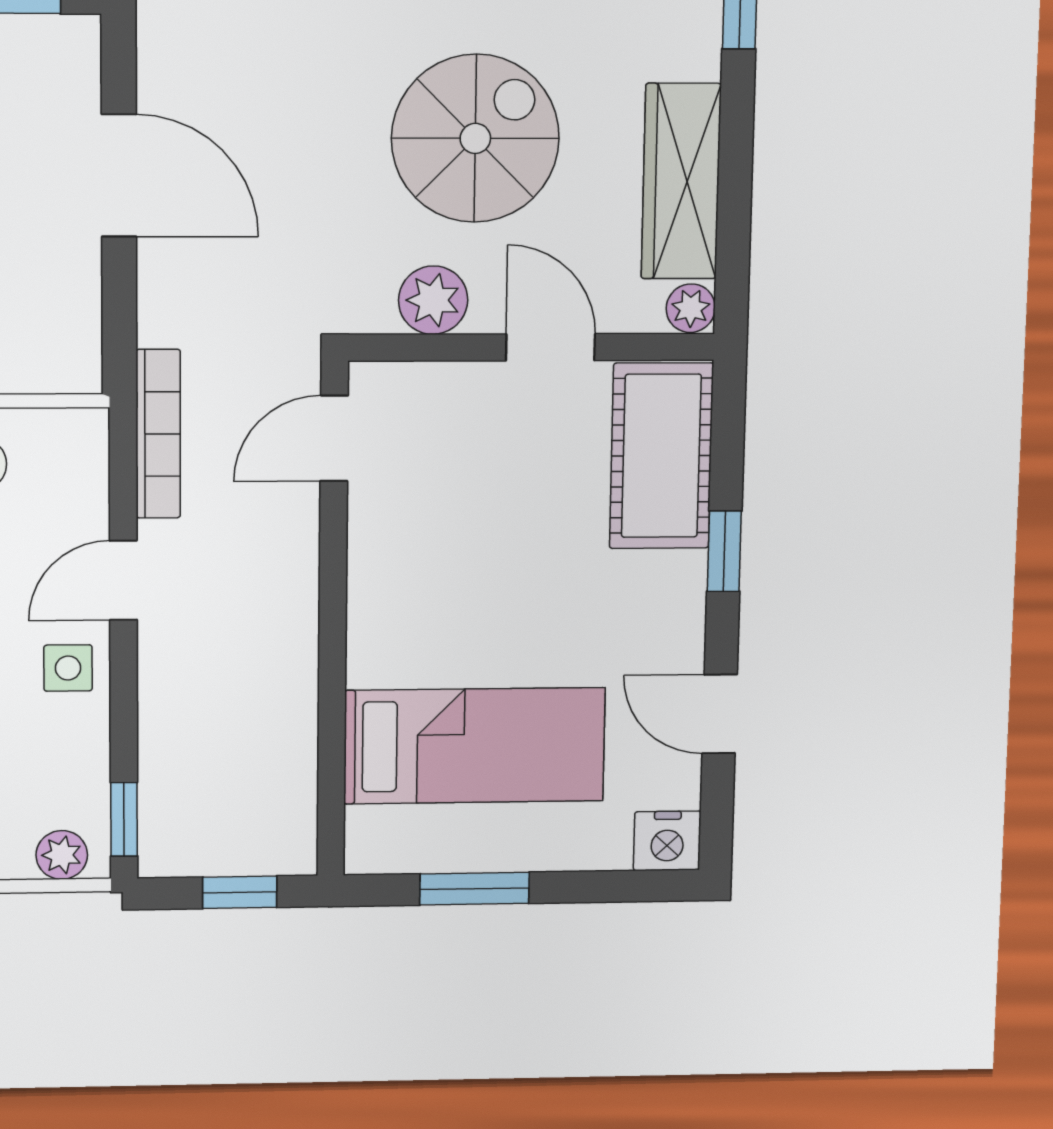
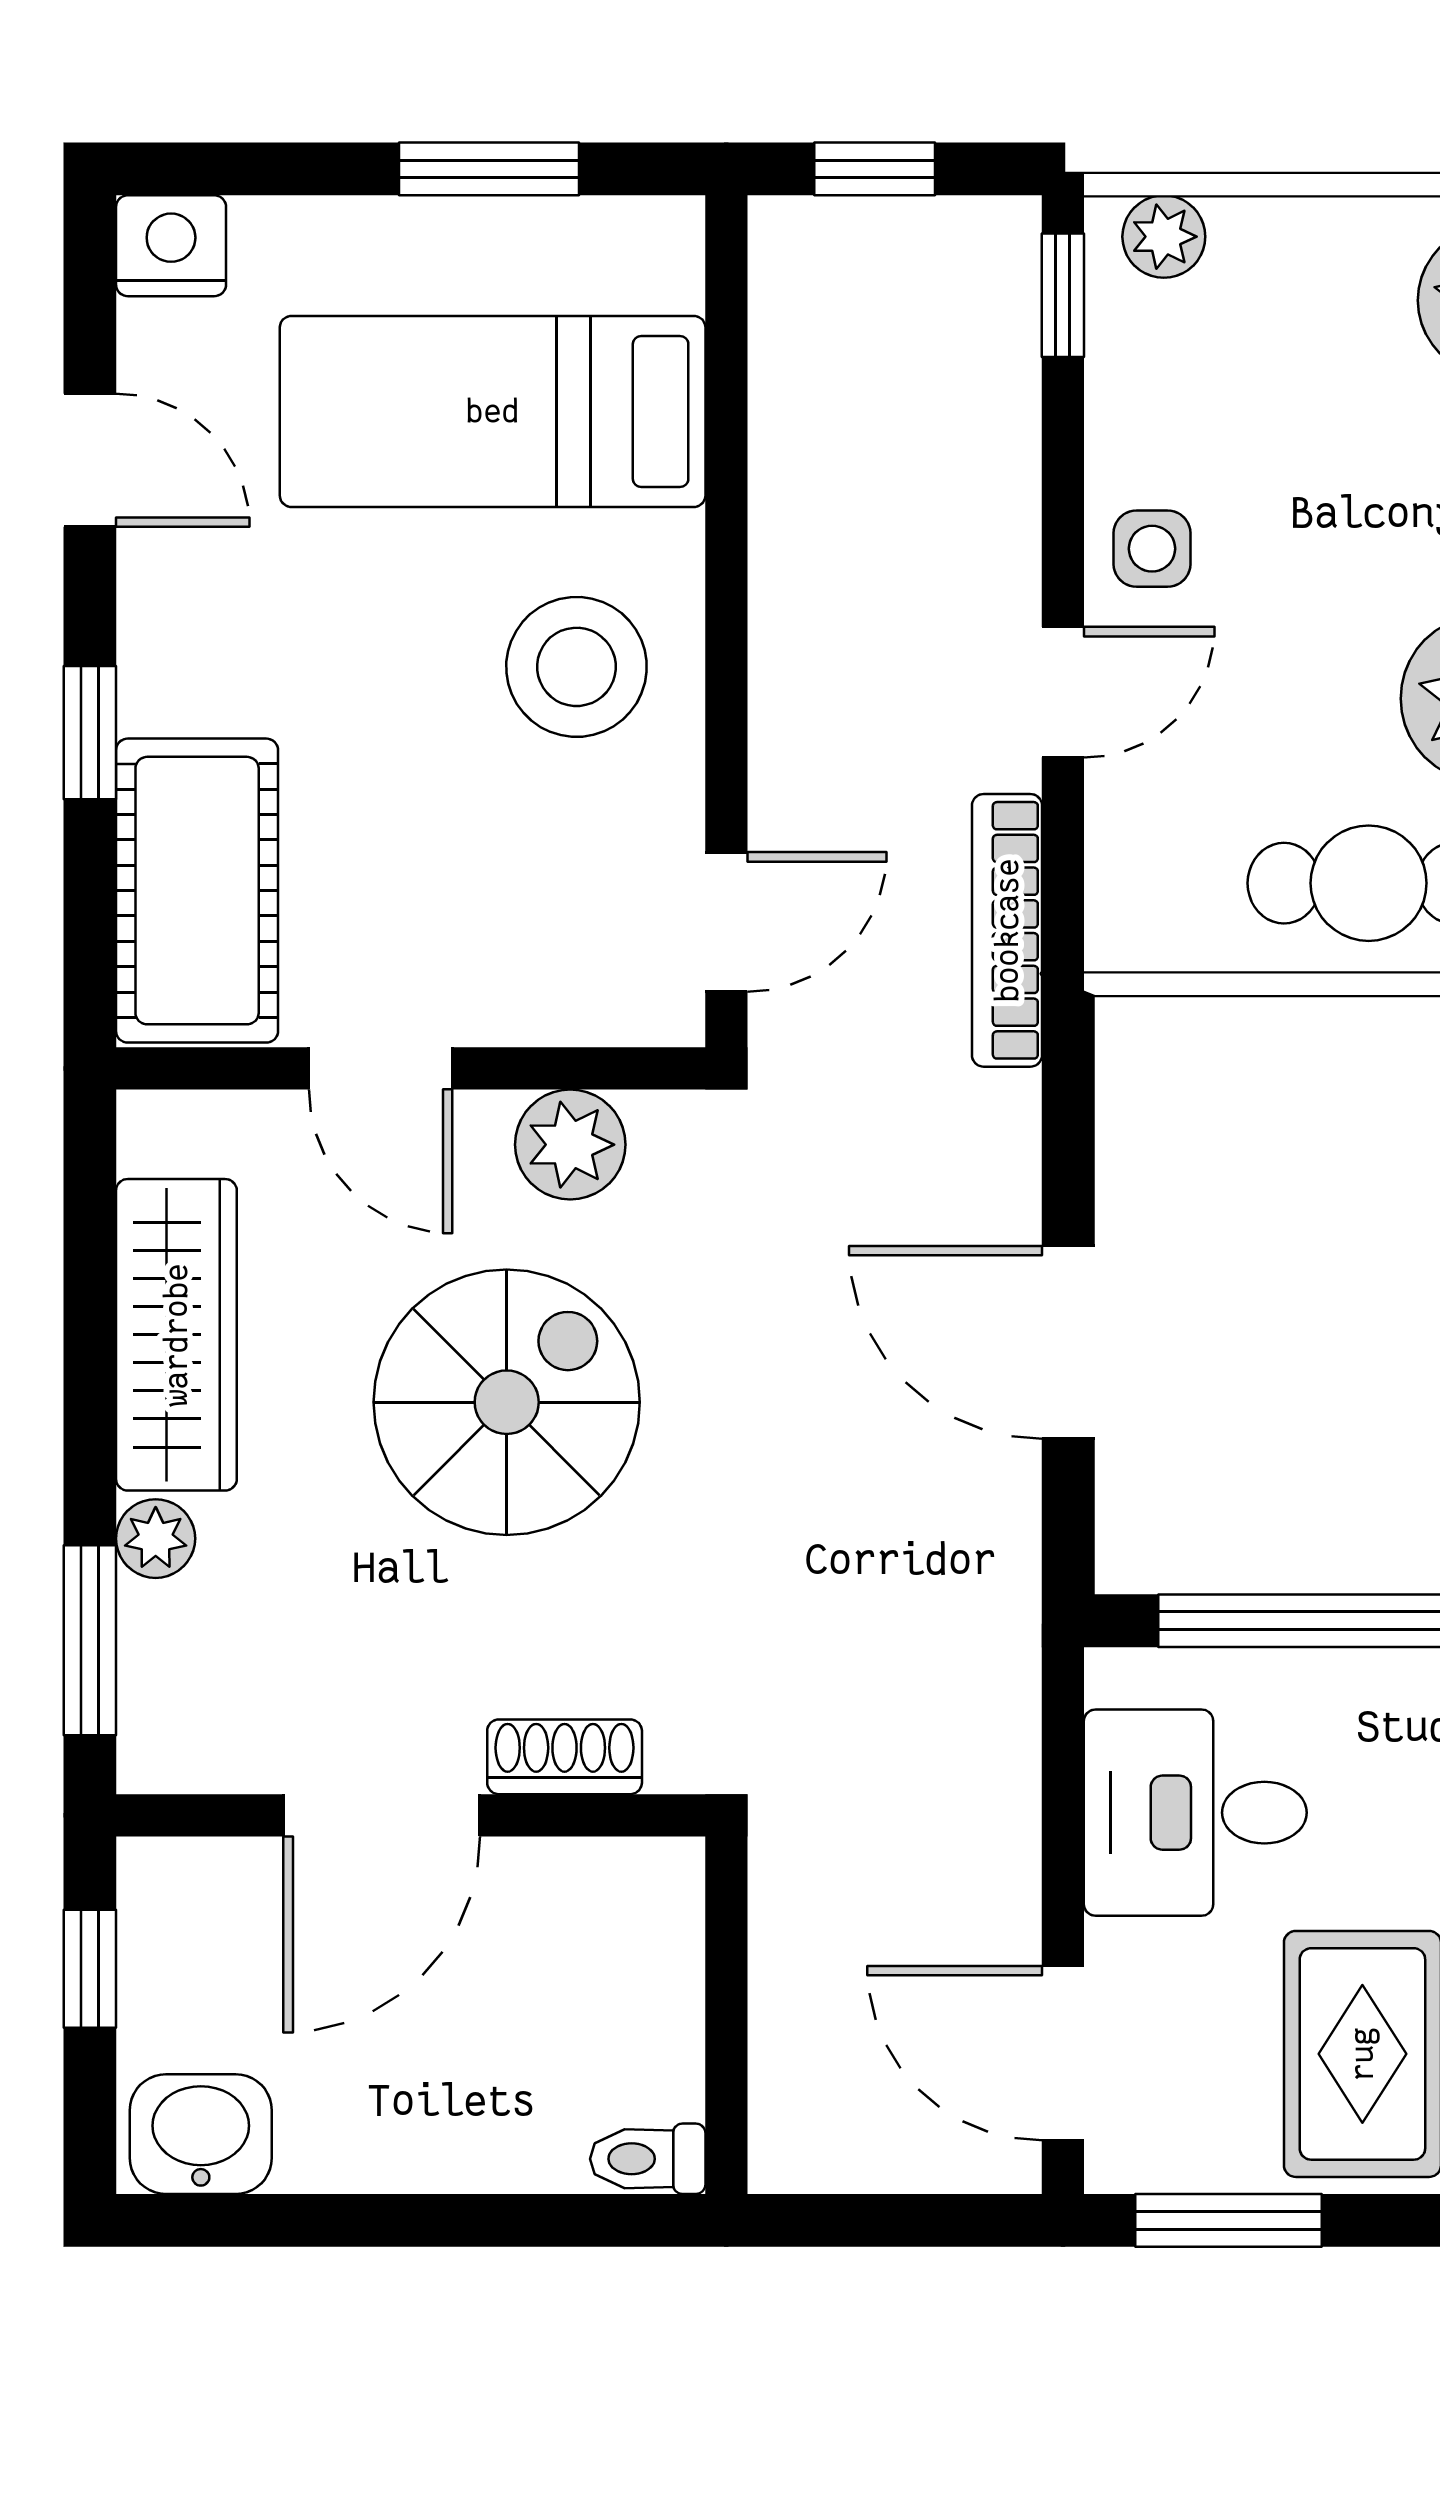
spiral stairs: (475, 138) -> (507, 1402), turned 180
plant: (691, 308) -> (156, 1539), moved
stool: (425, 593) -> (576, 667), added

